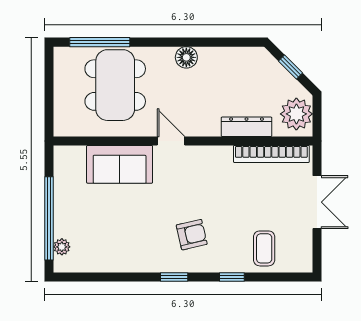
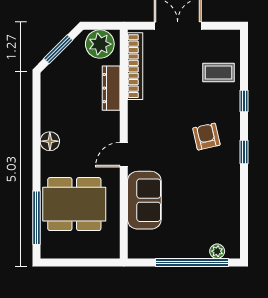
window: (291, 67) -> (58, 49), width x1.50

